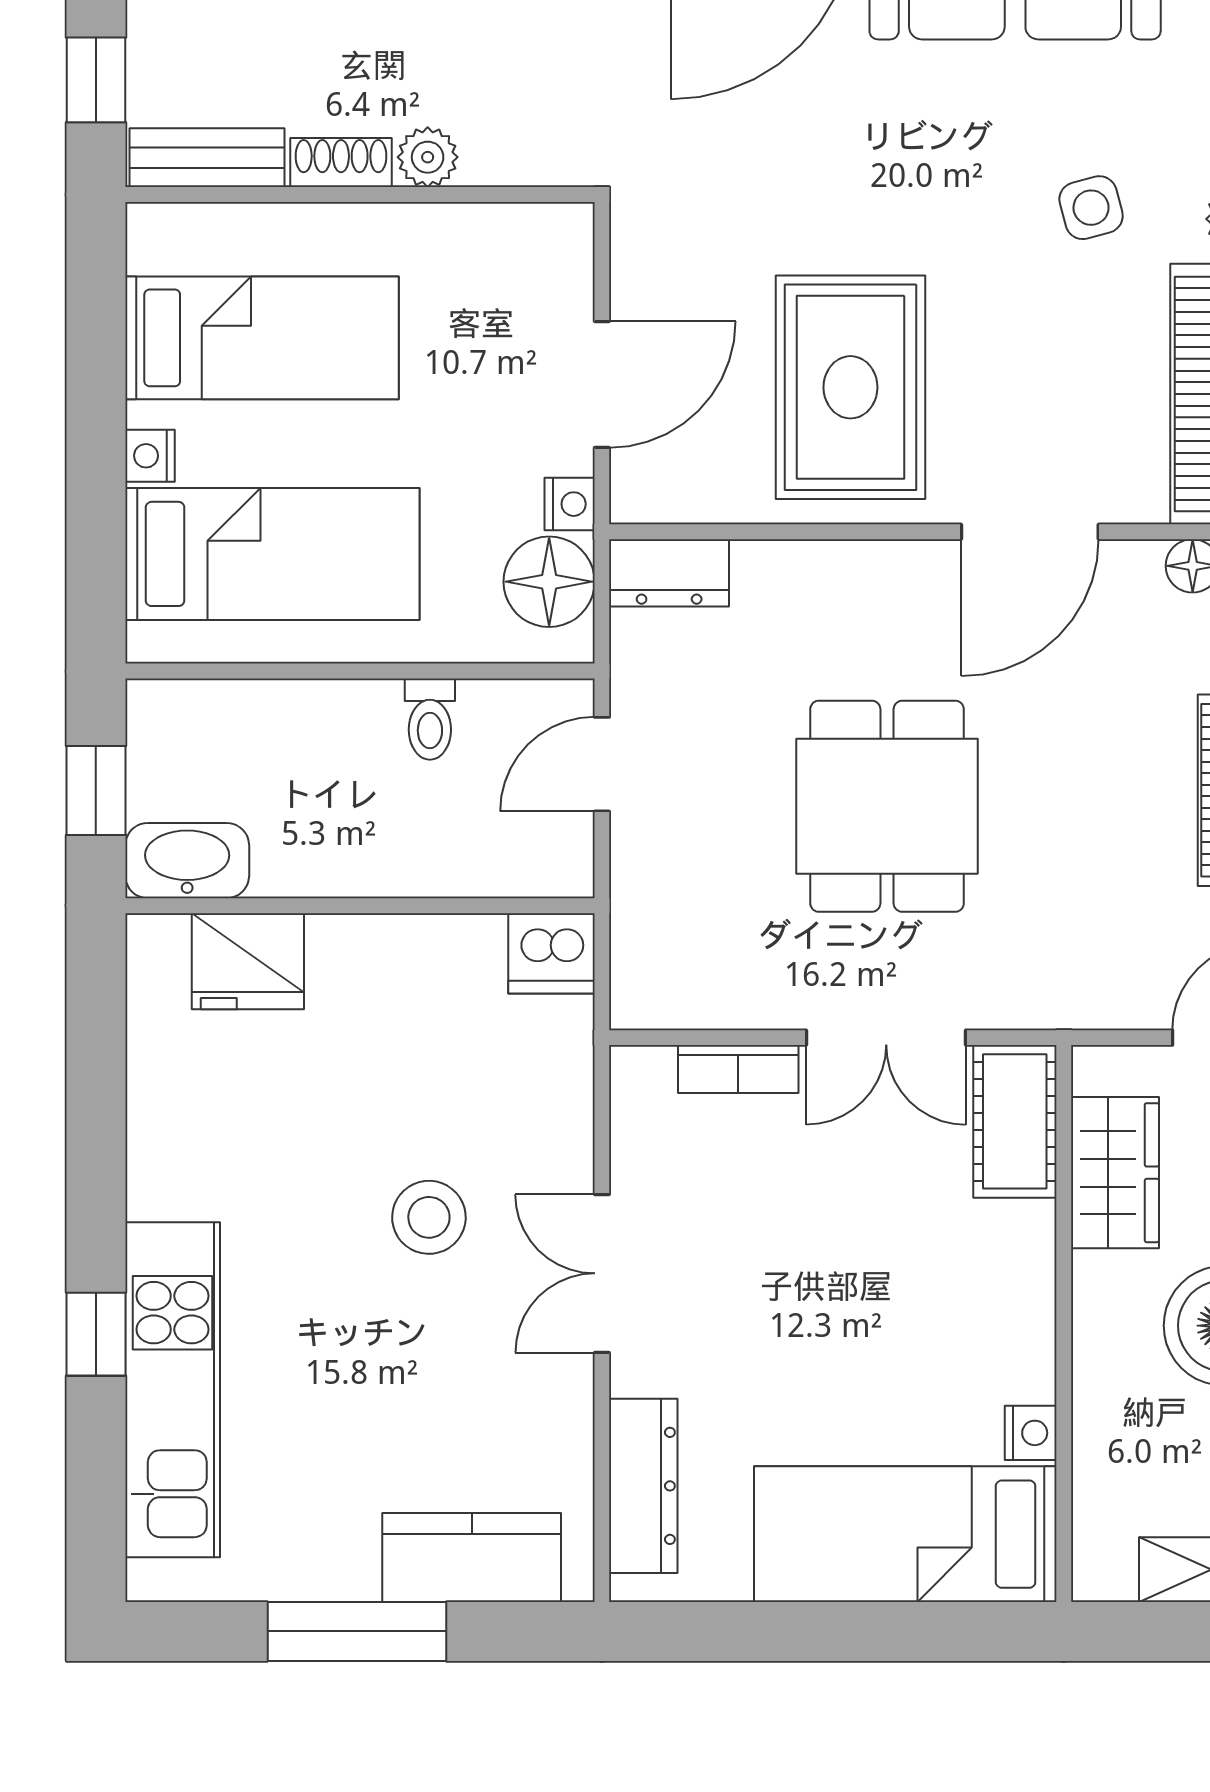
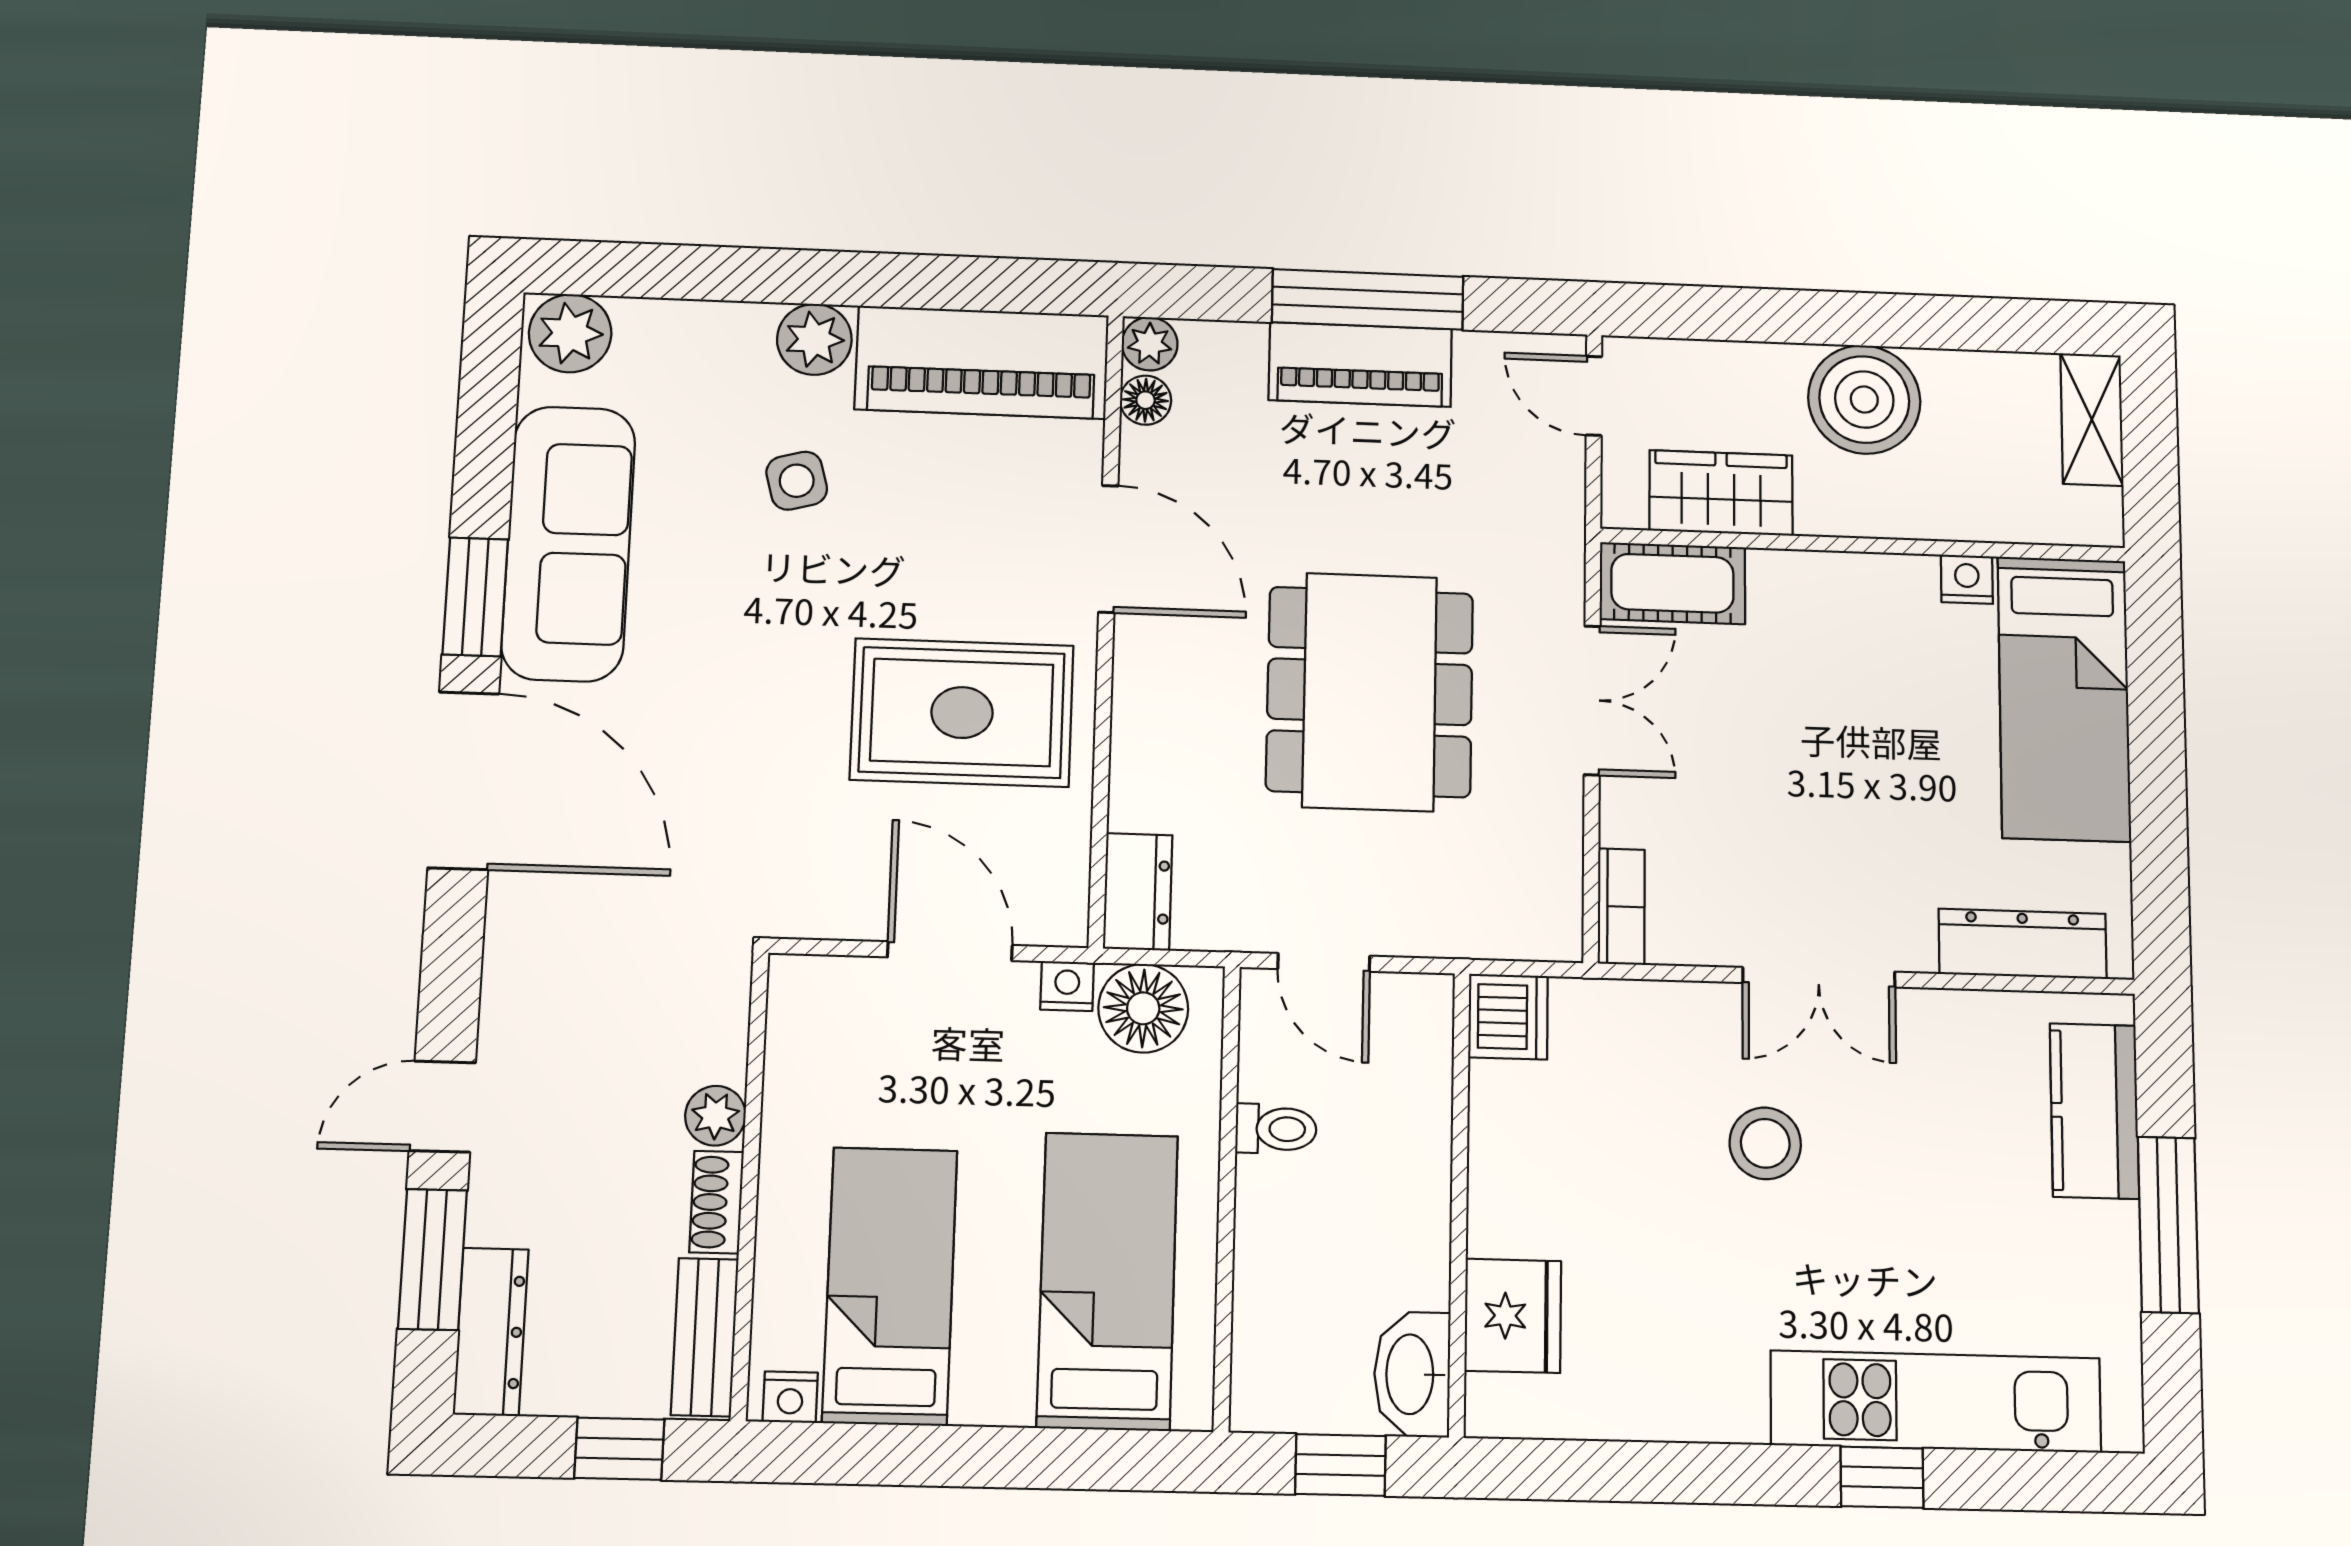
nightstand: (150, 456) -> (790, 1397), moved
dining table: (887, 806) -> (1370, 692), width x1.38
bookcase: (738, 1069) -> (1621, 907), moved

